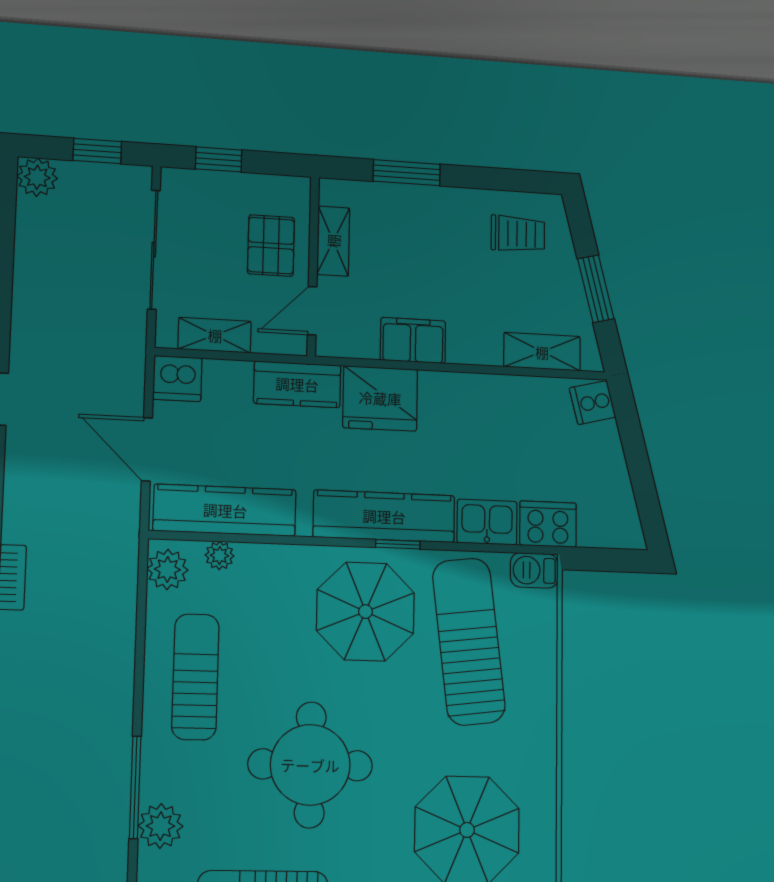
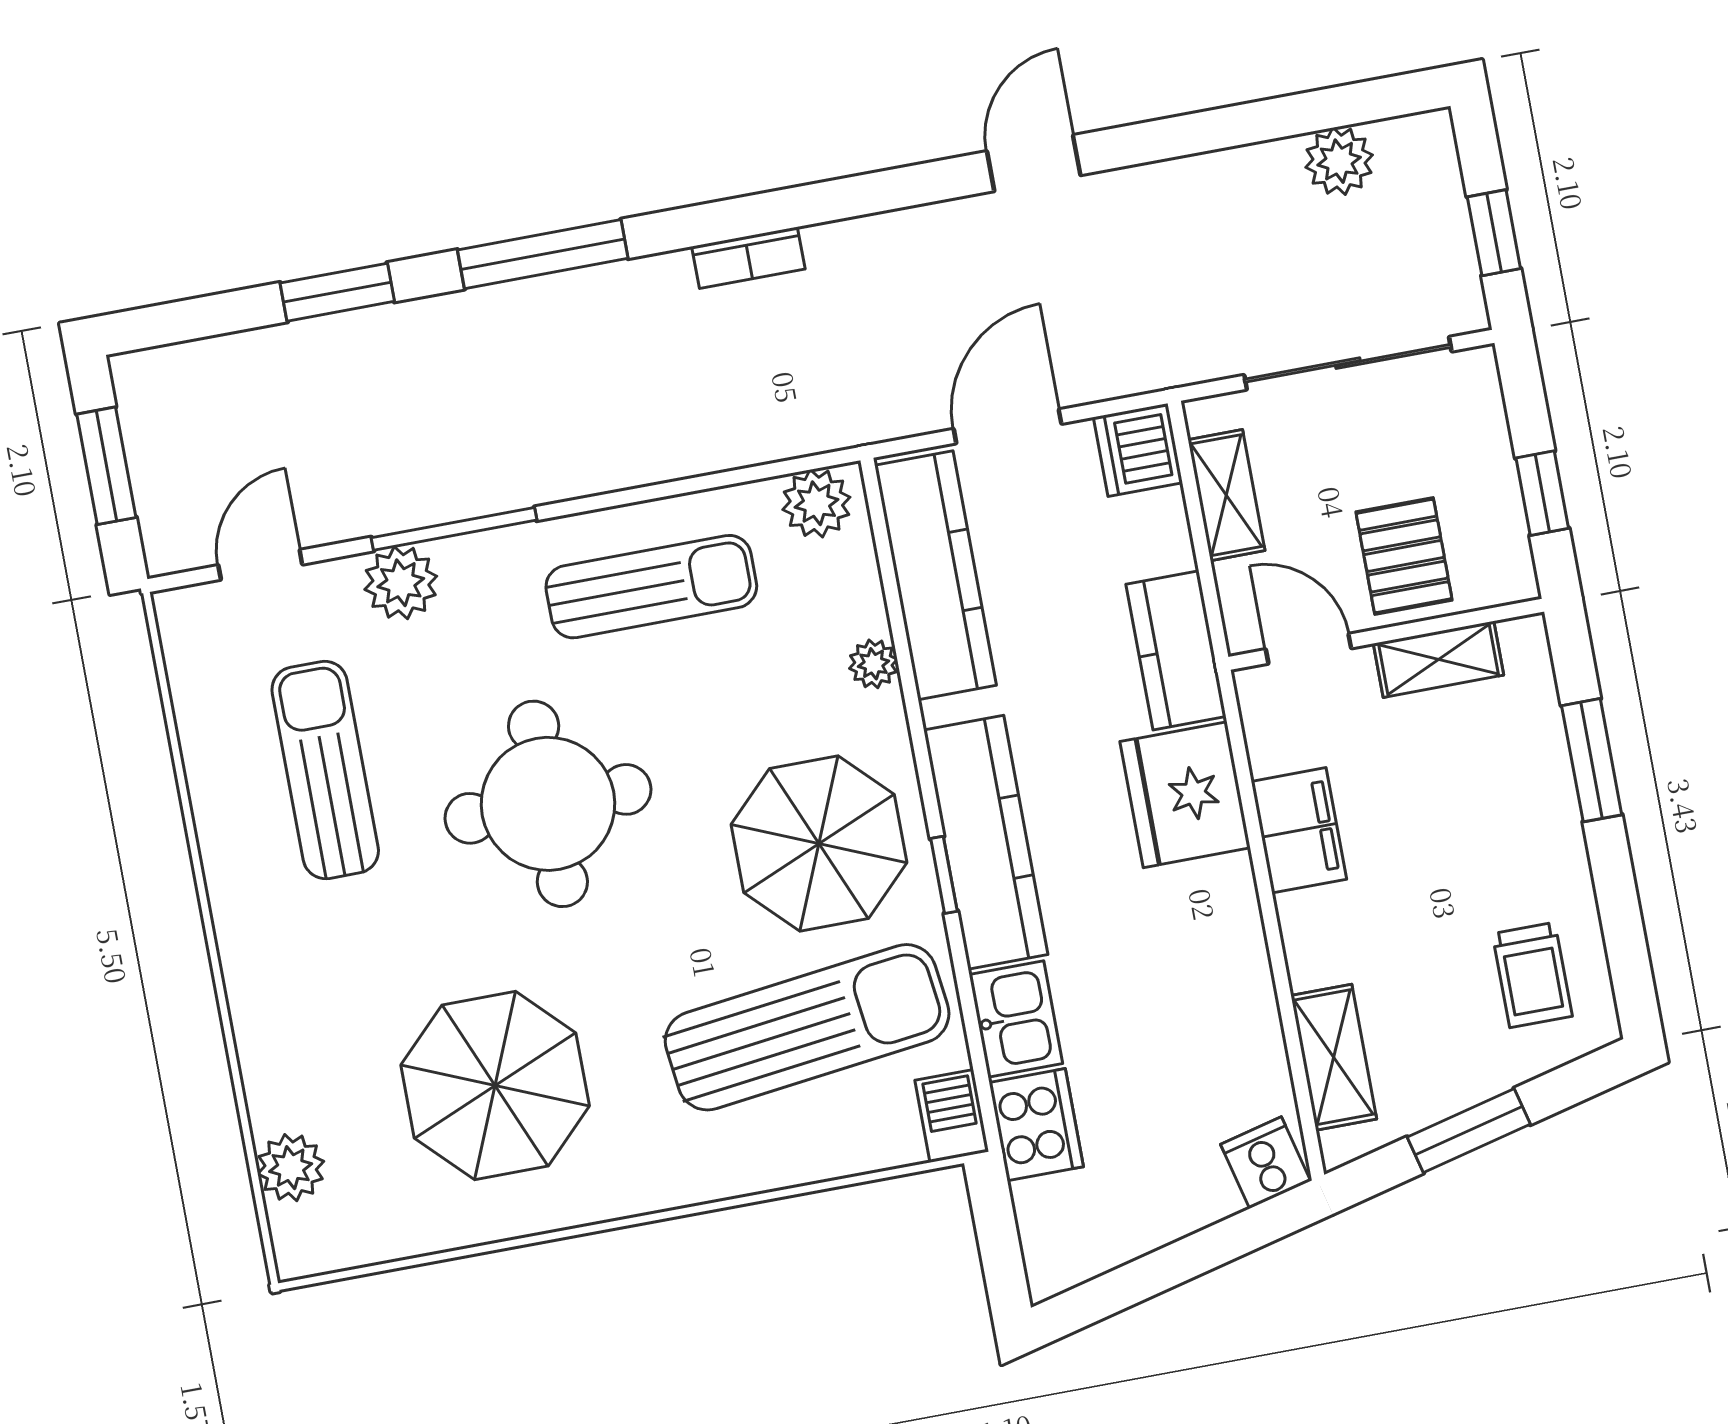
window: (219, 159) -> (1542, 493), moved
plant: (37, 177) -> (1339, 161), moved
pallet: (271, 246) -> (1404, 556), turned 90
plant: (220, 556) -> (873, 664), moved

